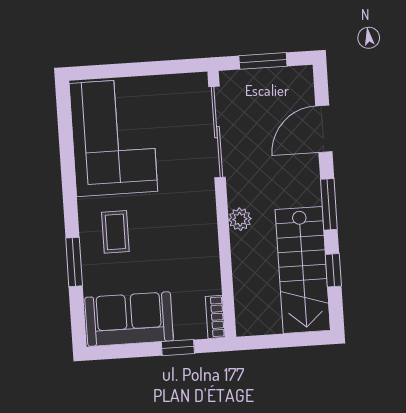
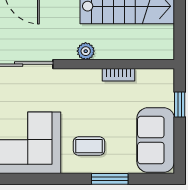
bookcase: (215, 317) -> (119, 75), moved

